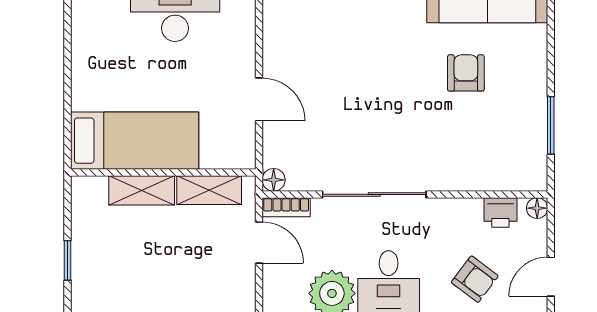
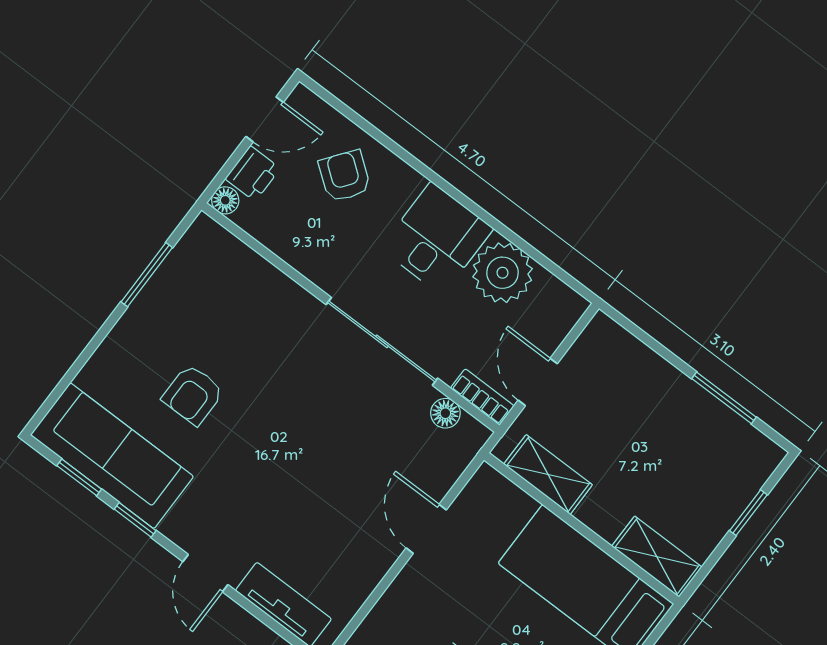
floor lamp: (274, 180) -> (445, 413), moved
shelving: (142, 190) -> (657, 557), moved
printer: (500, 212) -> (253, 174), moved, turned 90

